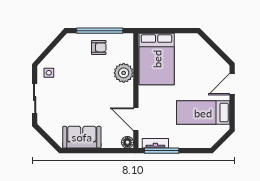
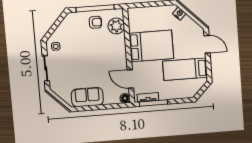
nightstand: (201, 45) -> (179, 14), added
bed: (157, 59) -> (151, 46), moved, turned -90
plant: (124, 73) -> (116, 26), moved
door: (232, 84) -> (207, 44), swing flipped

